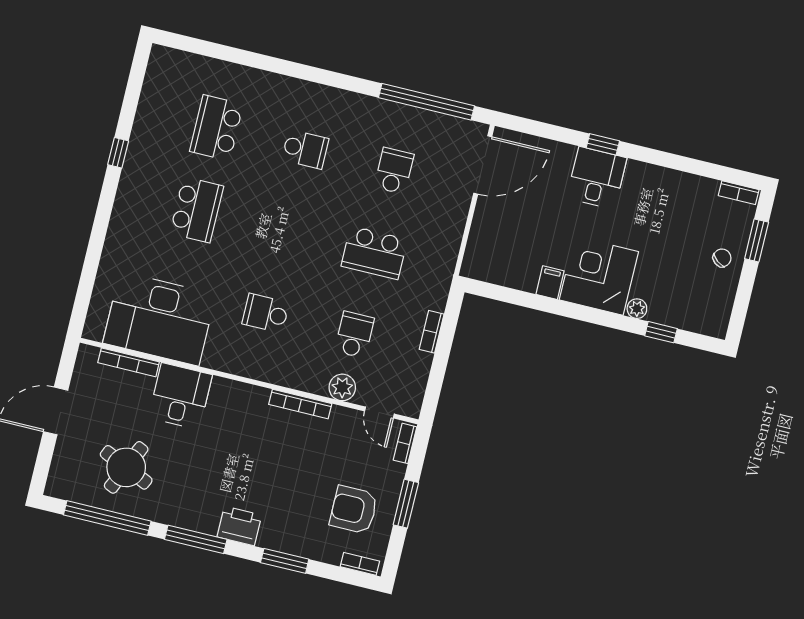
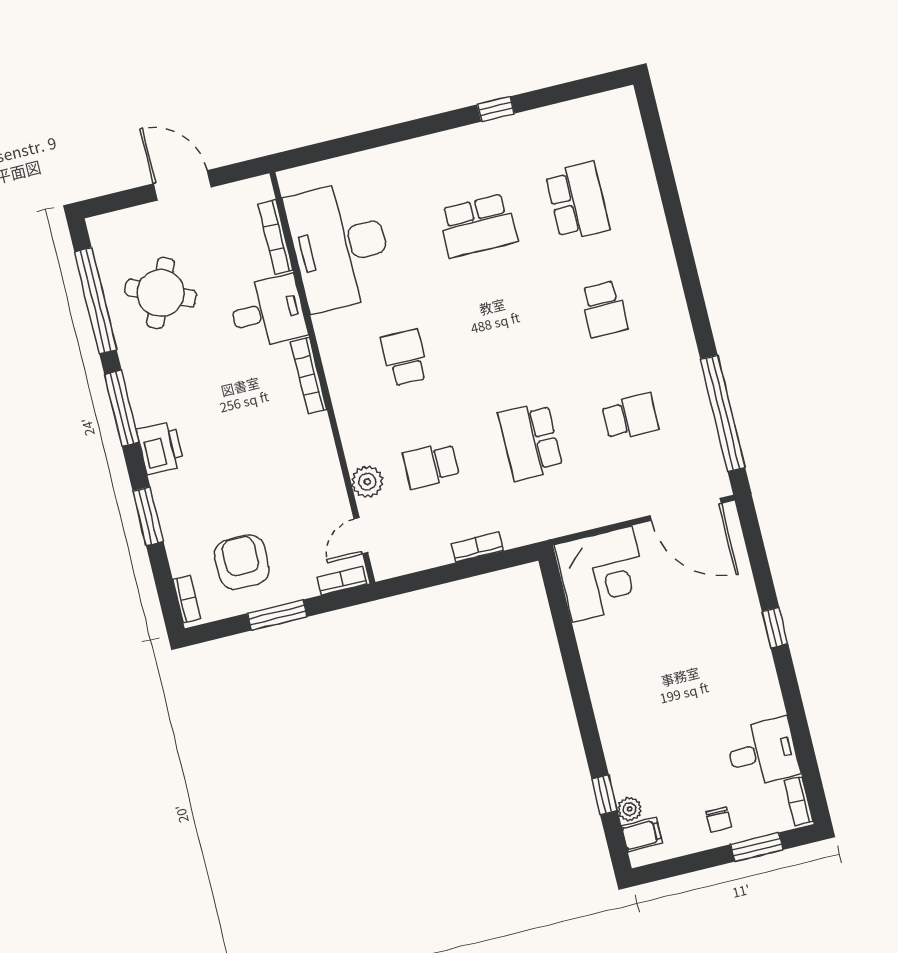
school desk: (216, 128) -> (578, 201), turned 90
desk: (597, 178) -> (763, 752), moved
chair: (722, 258) -> (719, 819), turned 52
corner desk: (599, 276) -> (602, 574), moved, turned 90
filing cabinet: (550, 283) -> (642, 835), moved
plant: (637, 309) -> (630, 809), moved
school desk: (354, 335) -> (431, 465), turned 180
bookcase: (300, 404) -> (309, 375), moved

